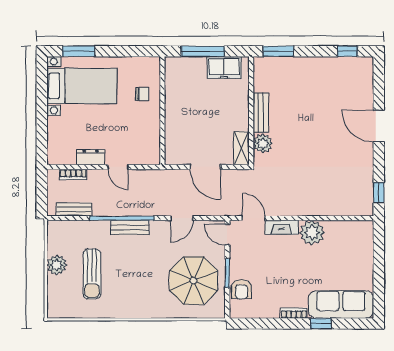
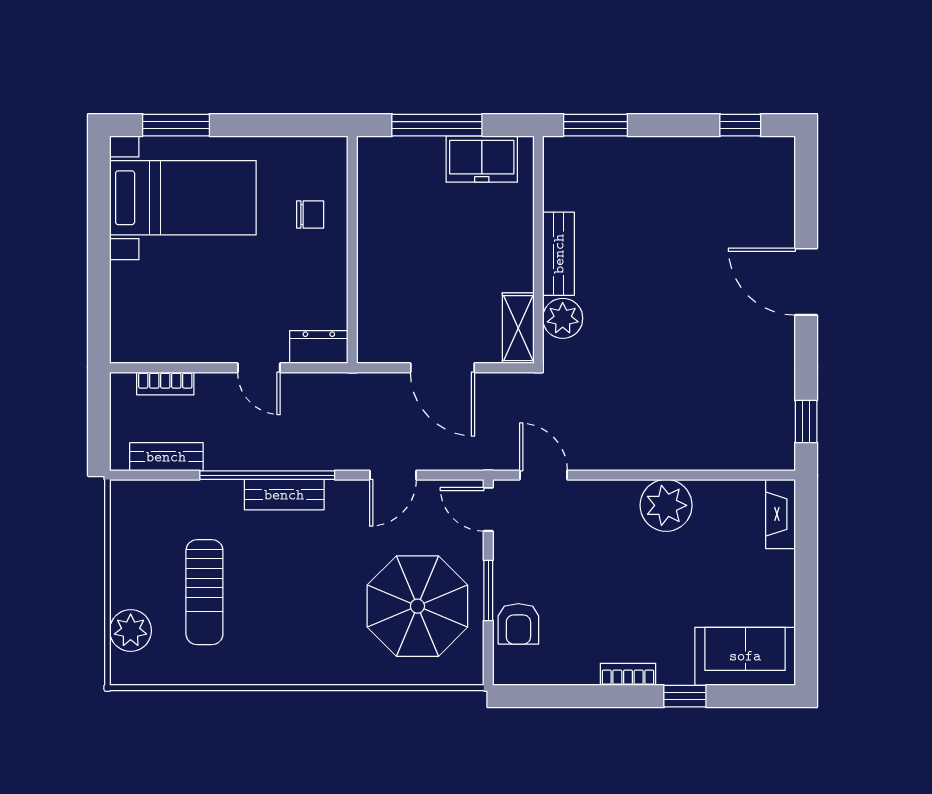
dresser: (91, 157) -> (319, 347), moved
fireplace: (282, 227) -> (780, 514), moved, turned 90
plant: (57, 265) -> (131, 631), moved
sofa: (341, 305) -> (745, 656), width x0.73

